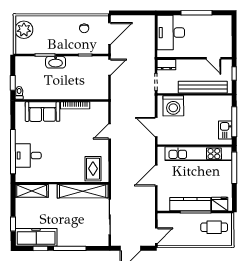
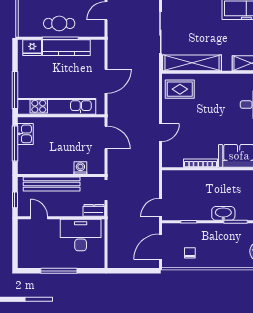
desk: (171, 33) -> (81, 235), moved, turned -90
washing machine: (173, 106) -> (80, 168), width x0.53, depth x0.53
rug: (93, 169) -> (180, 89), turned 90
cafe table: (214, 227) -> (59, 23), moved

